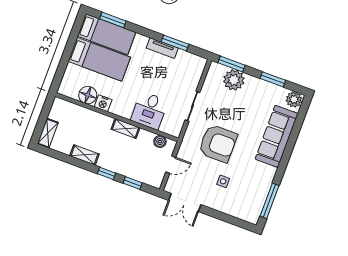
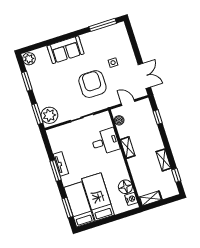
window: (175, 43) -> (56, 171), moved
plant: (234, 80) -> (49, 115), moved
nightstand: (103, 103) -> (131, 199), moved
shelving: (48, 133) -> (150, 198), moved
sofa: (277, 136) -> (66, 50), width x0.73
window: (106, 173) -> (176, 175), moved

